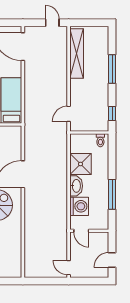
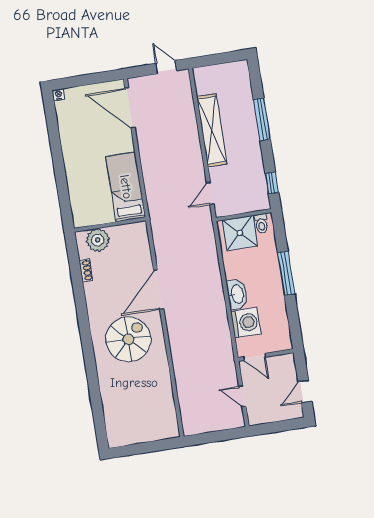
shelving: (77, 53) -> (212, 130), moved
shower: (80, 164) -> (240, 233), moved
window: (112, 194) -> (286, 273), moved
door: (69, 268) -> (242, 396), moved

